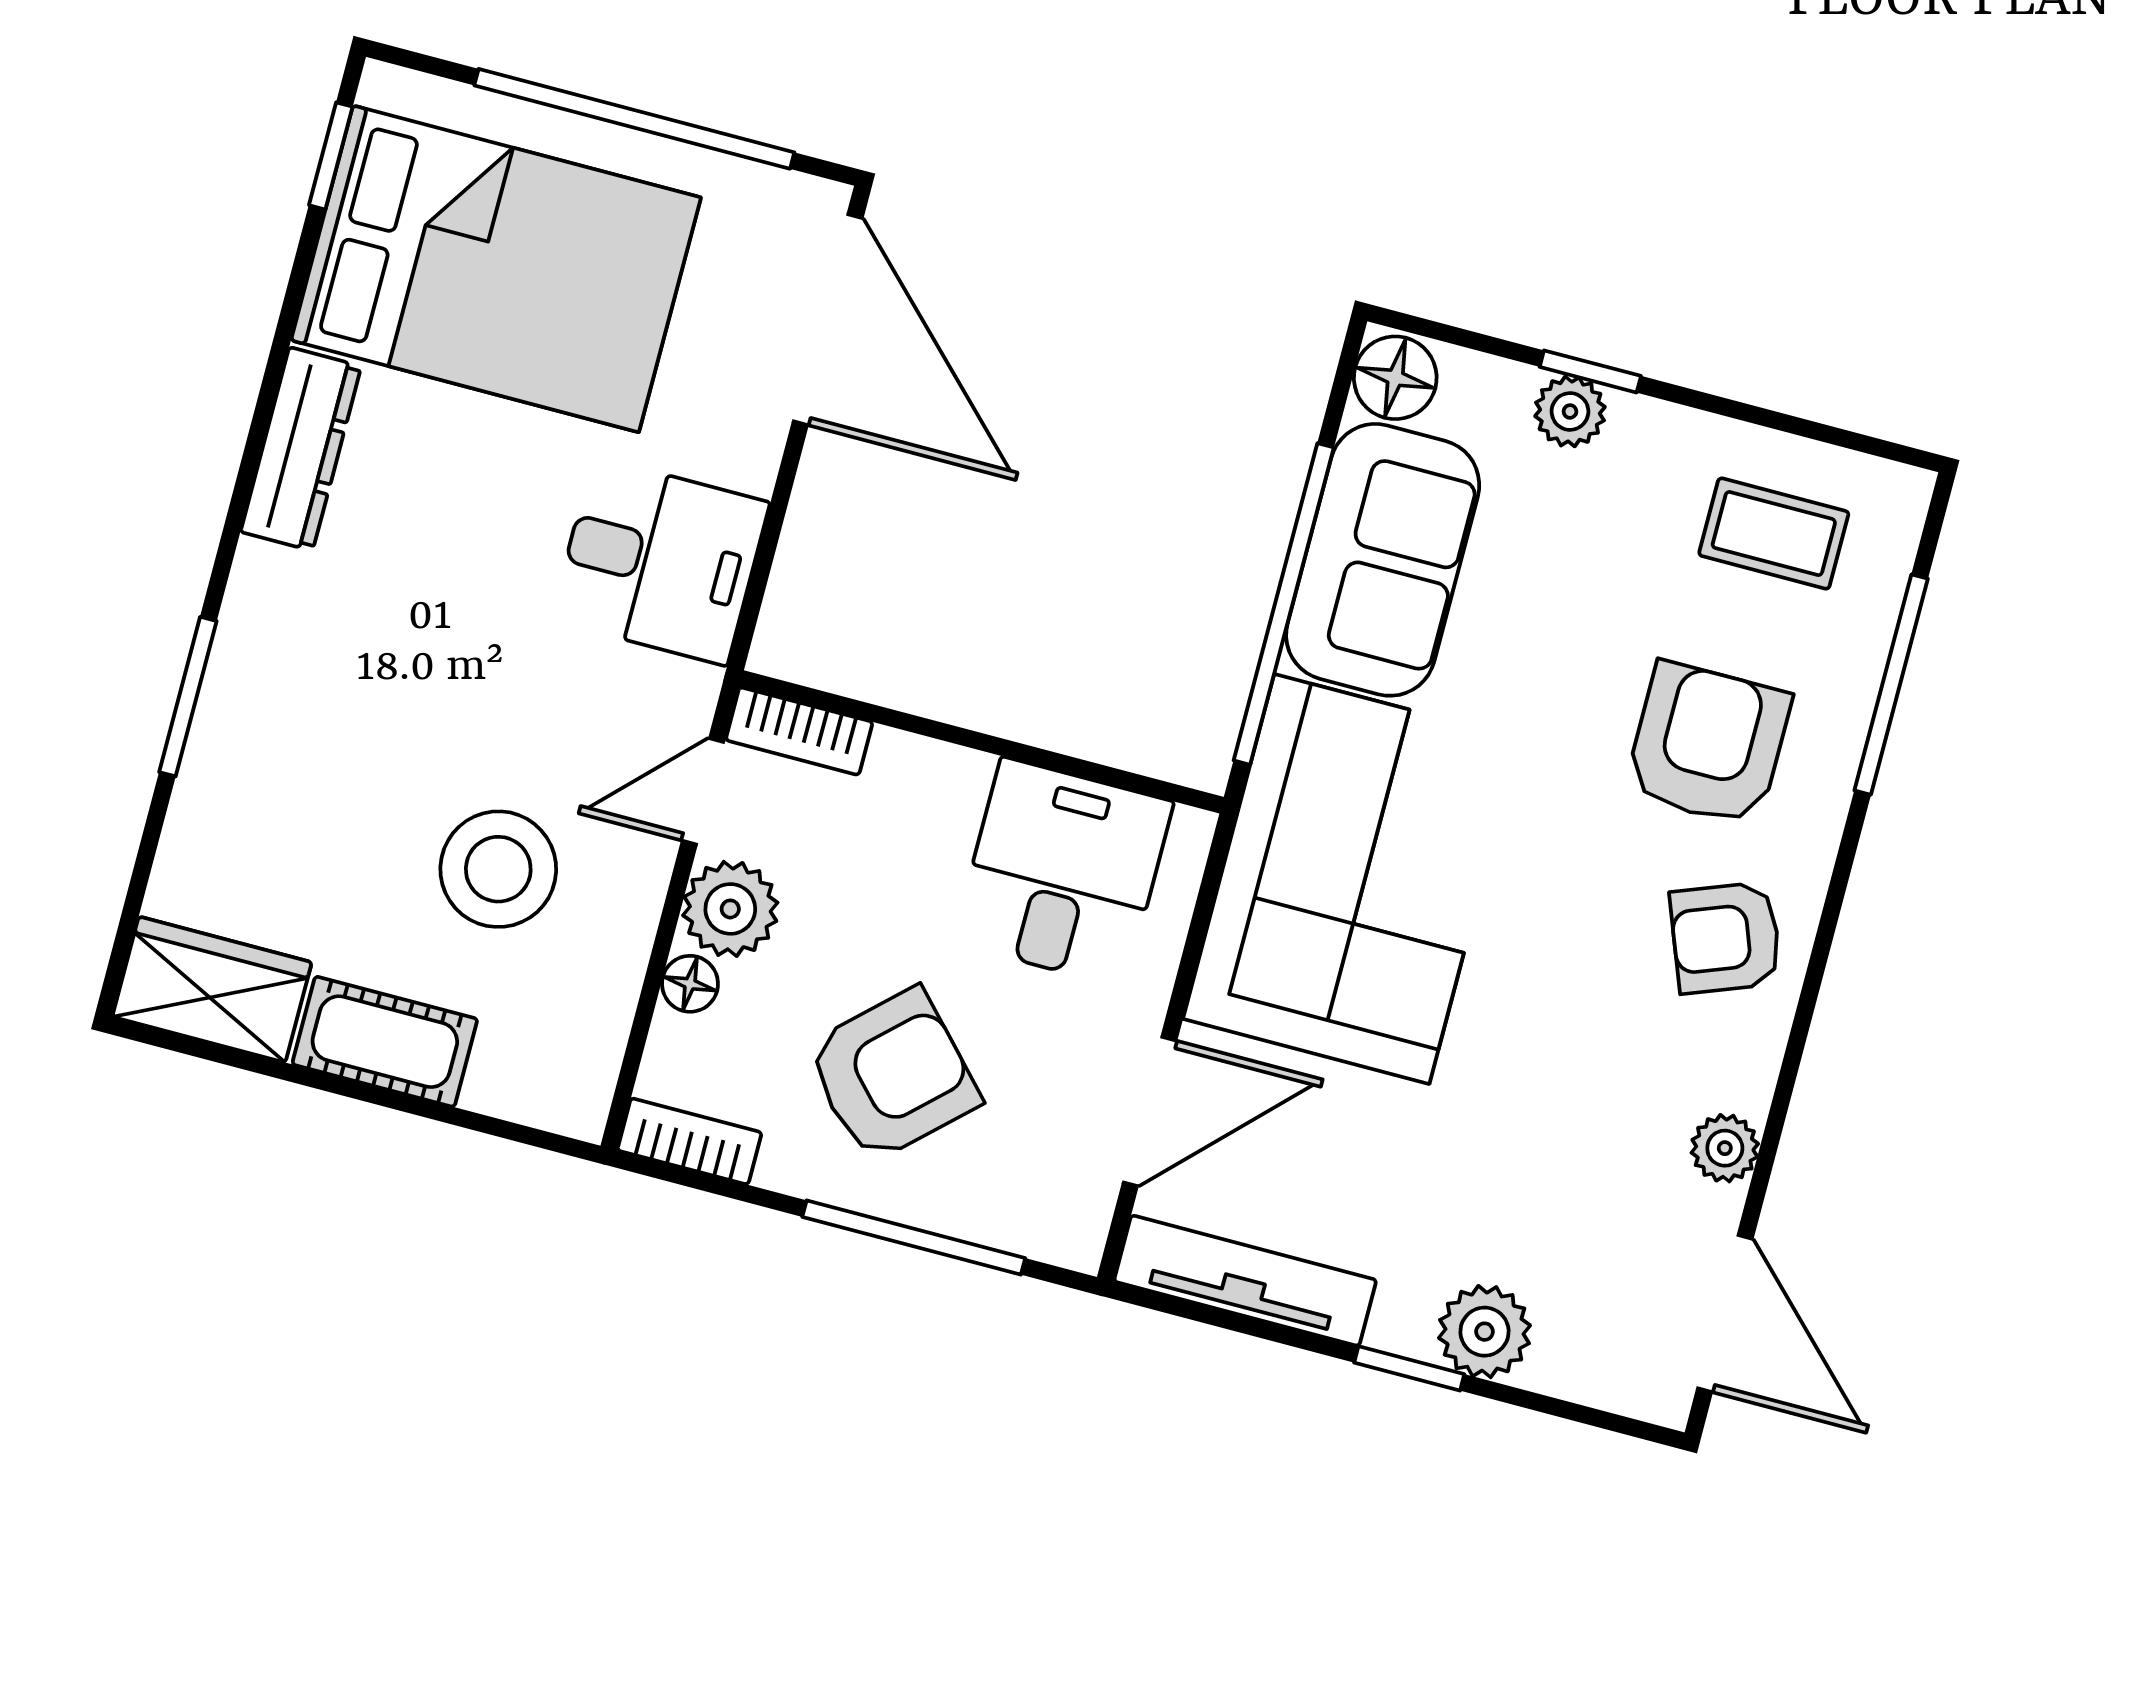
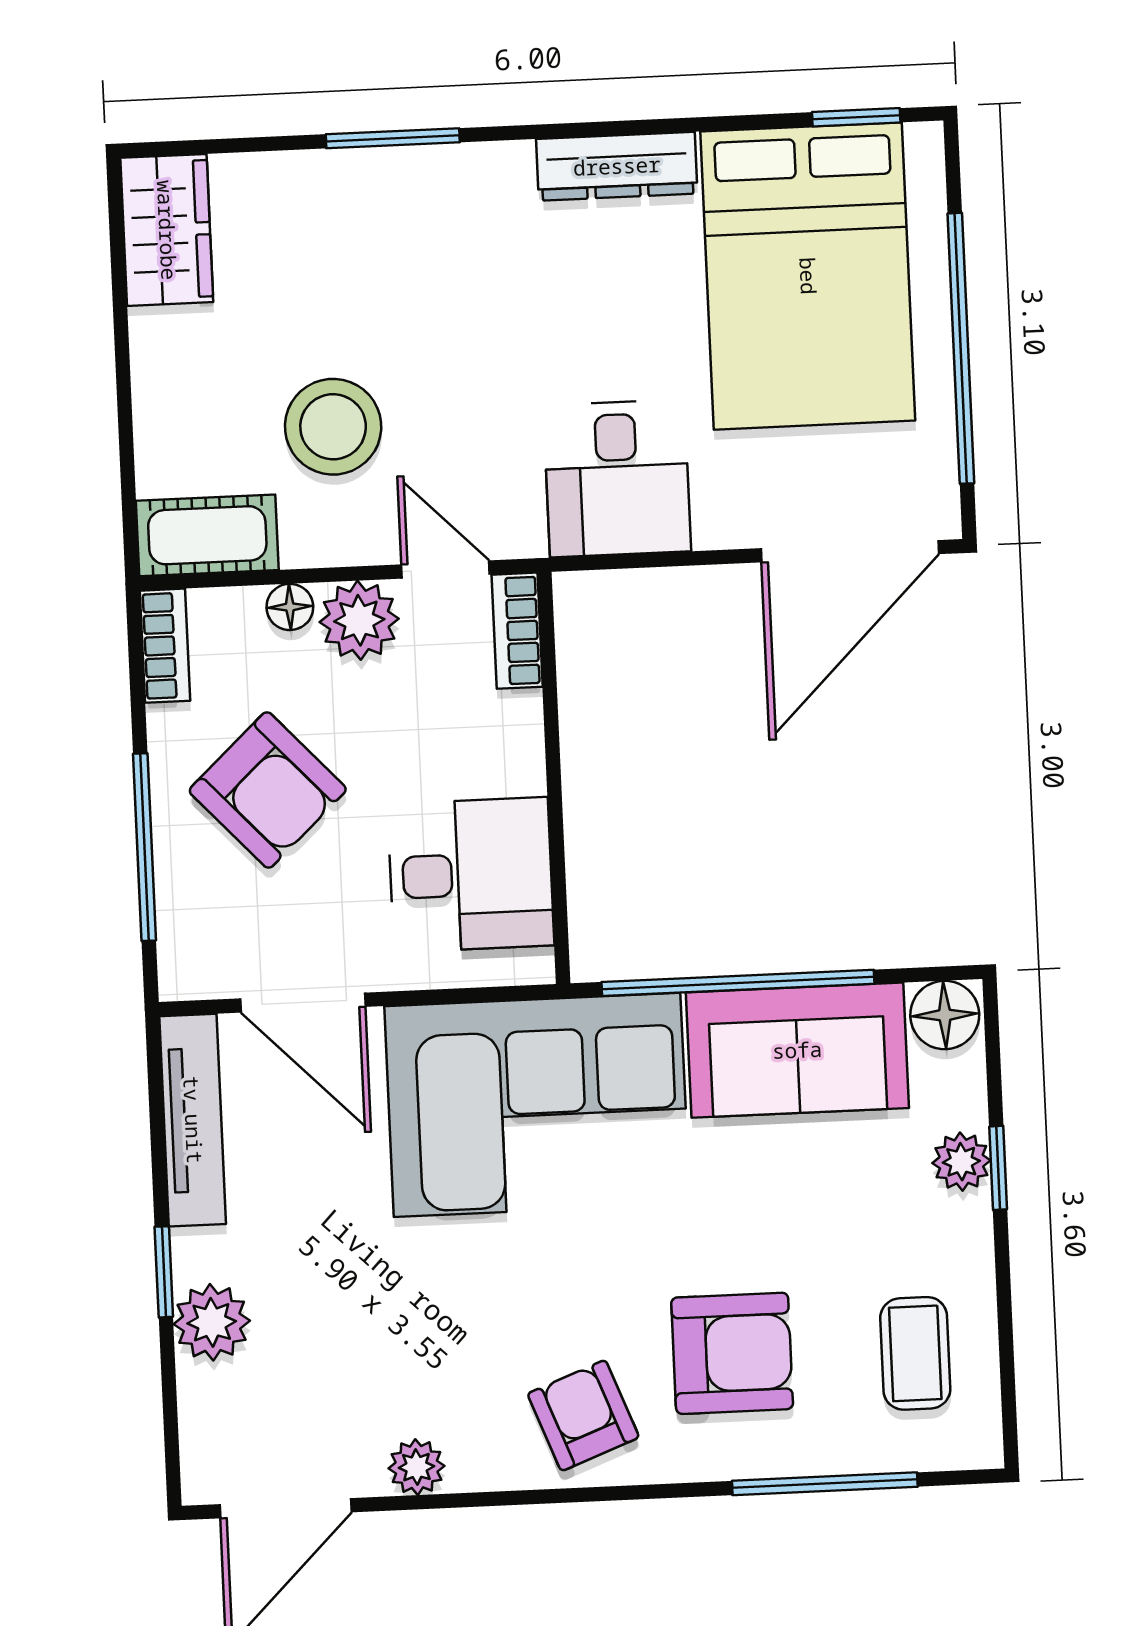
cot: (385, 1042) -> (207, 535), moved, turned 90

